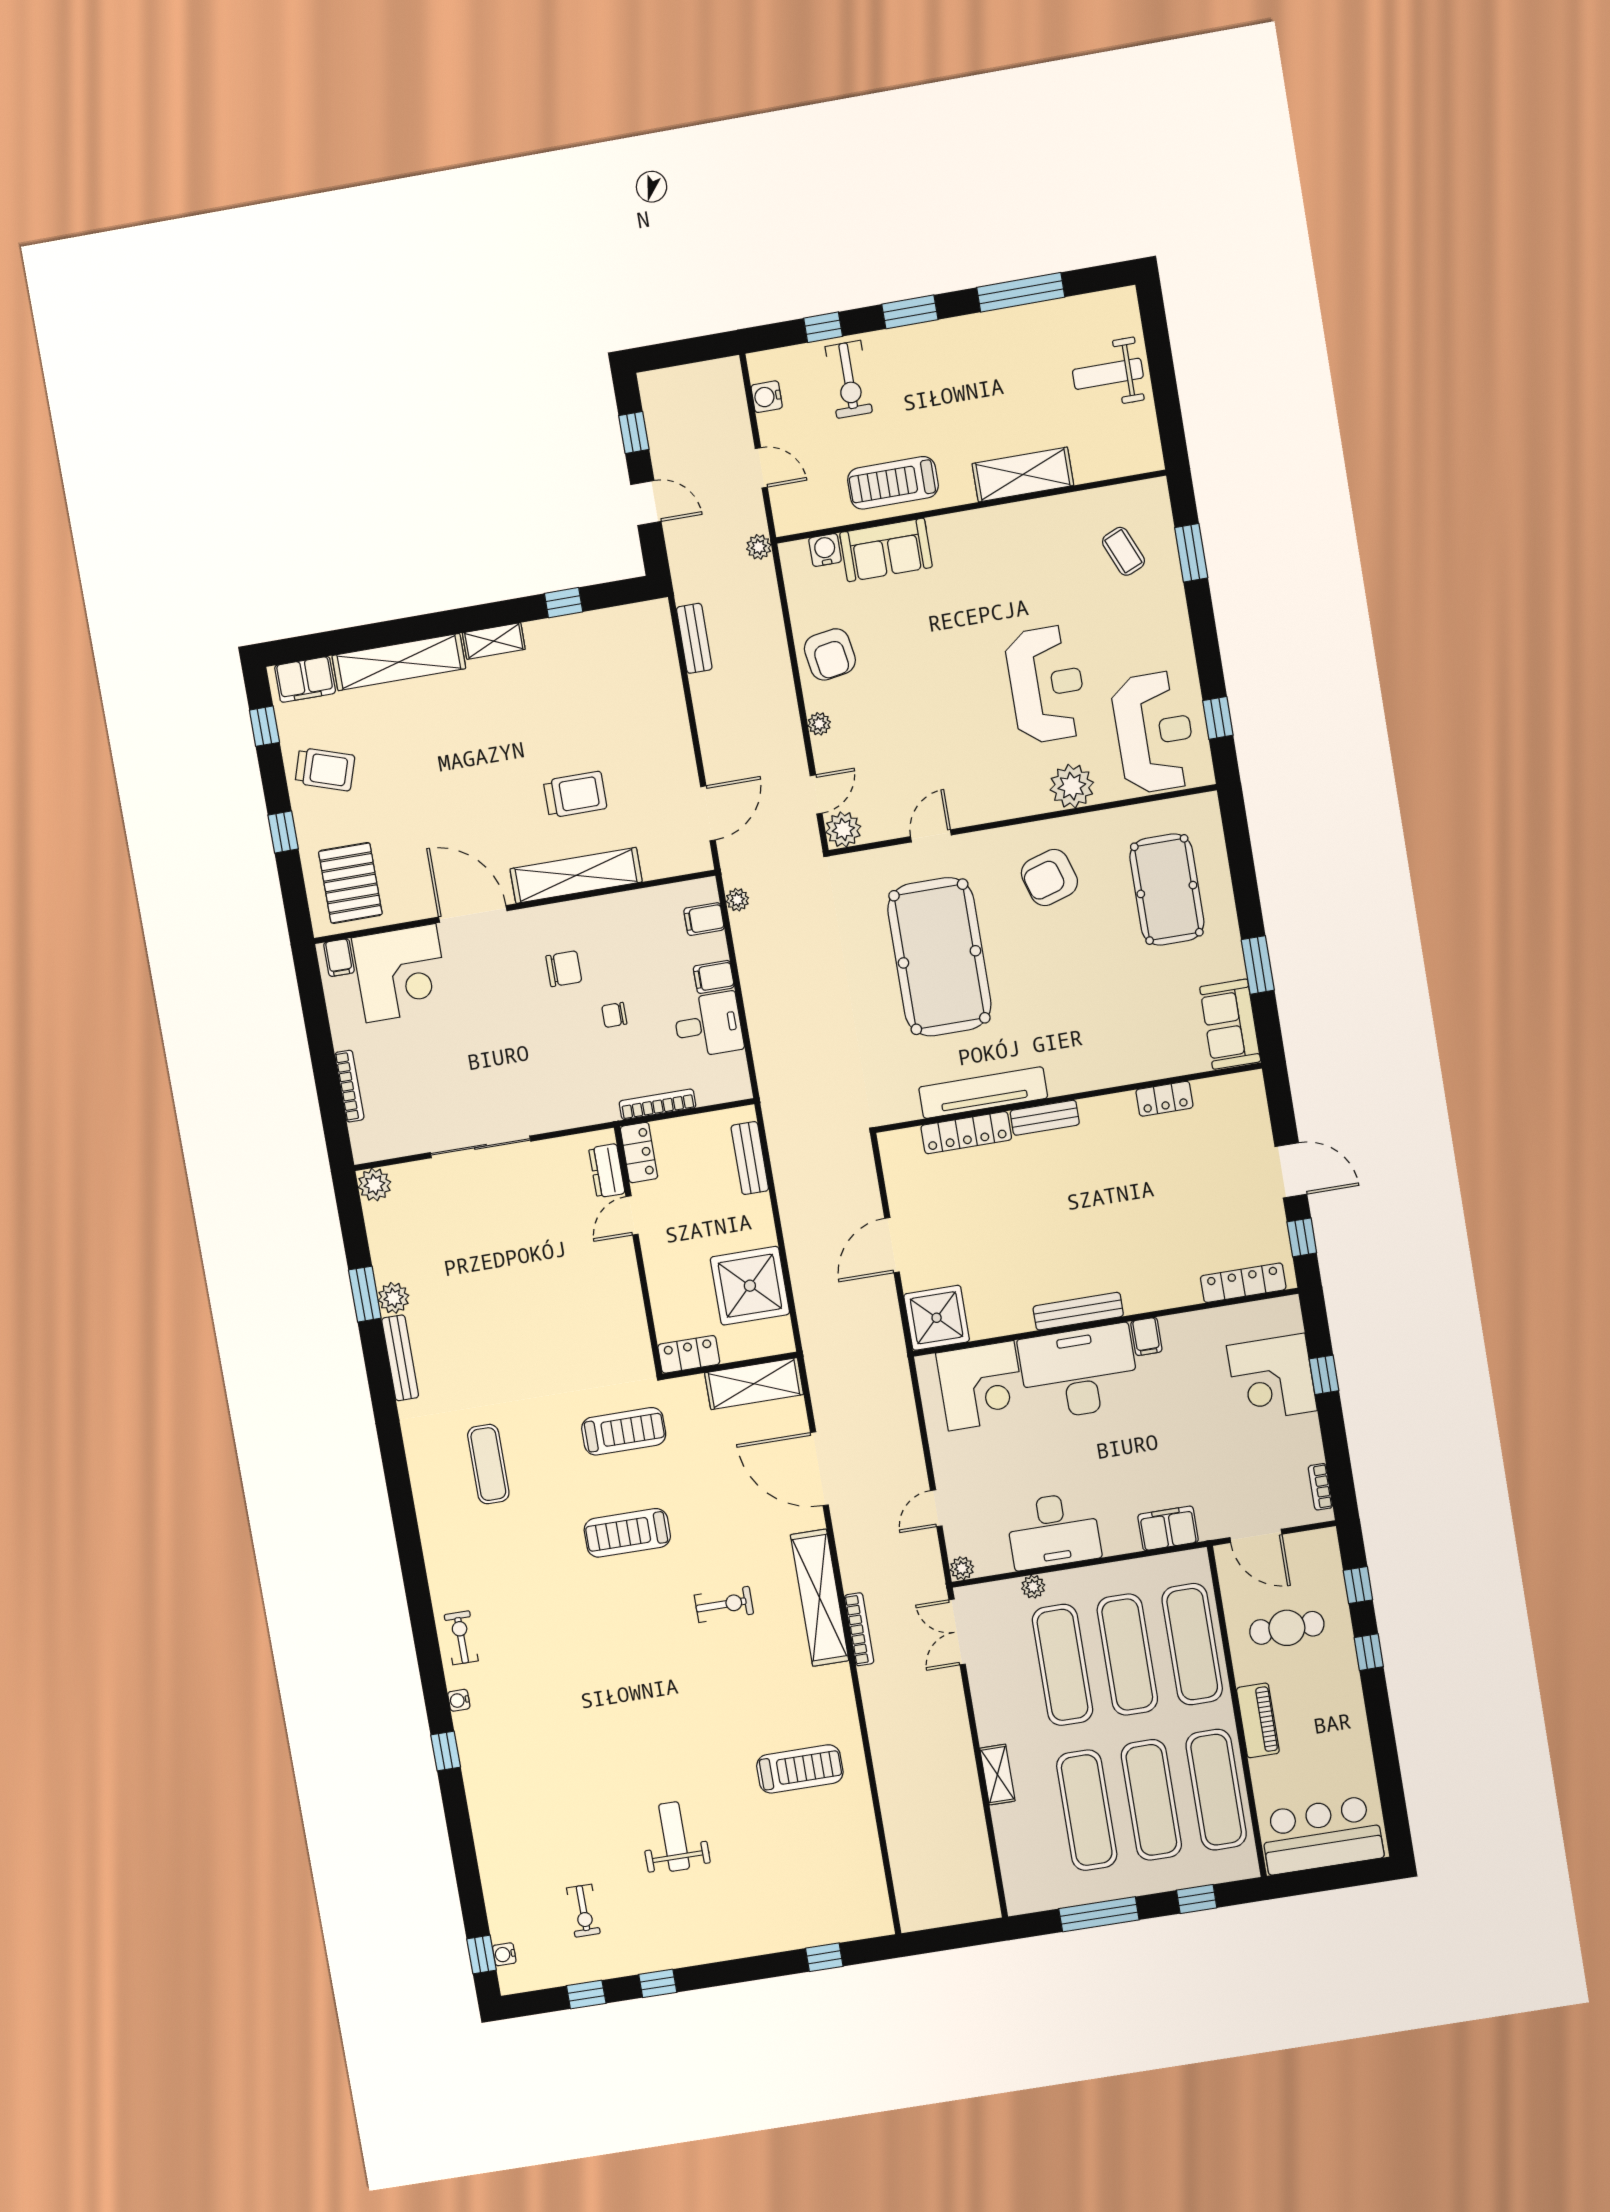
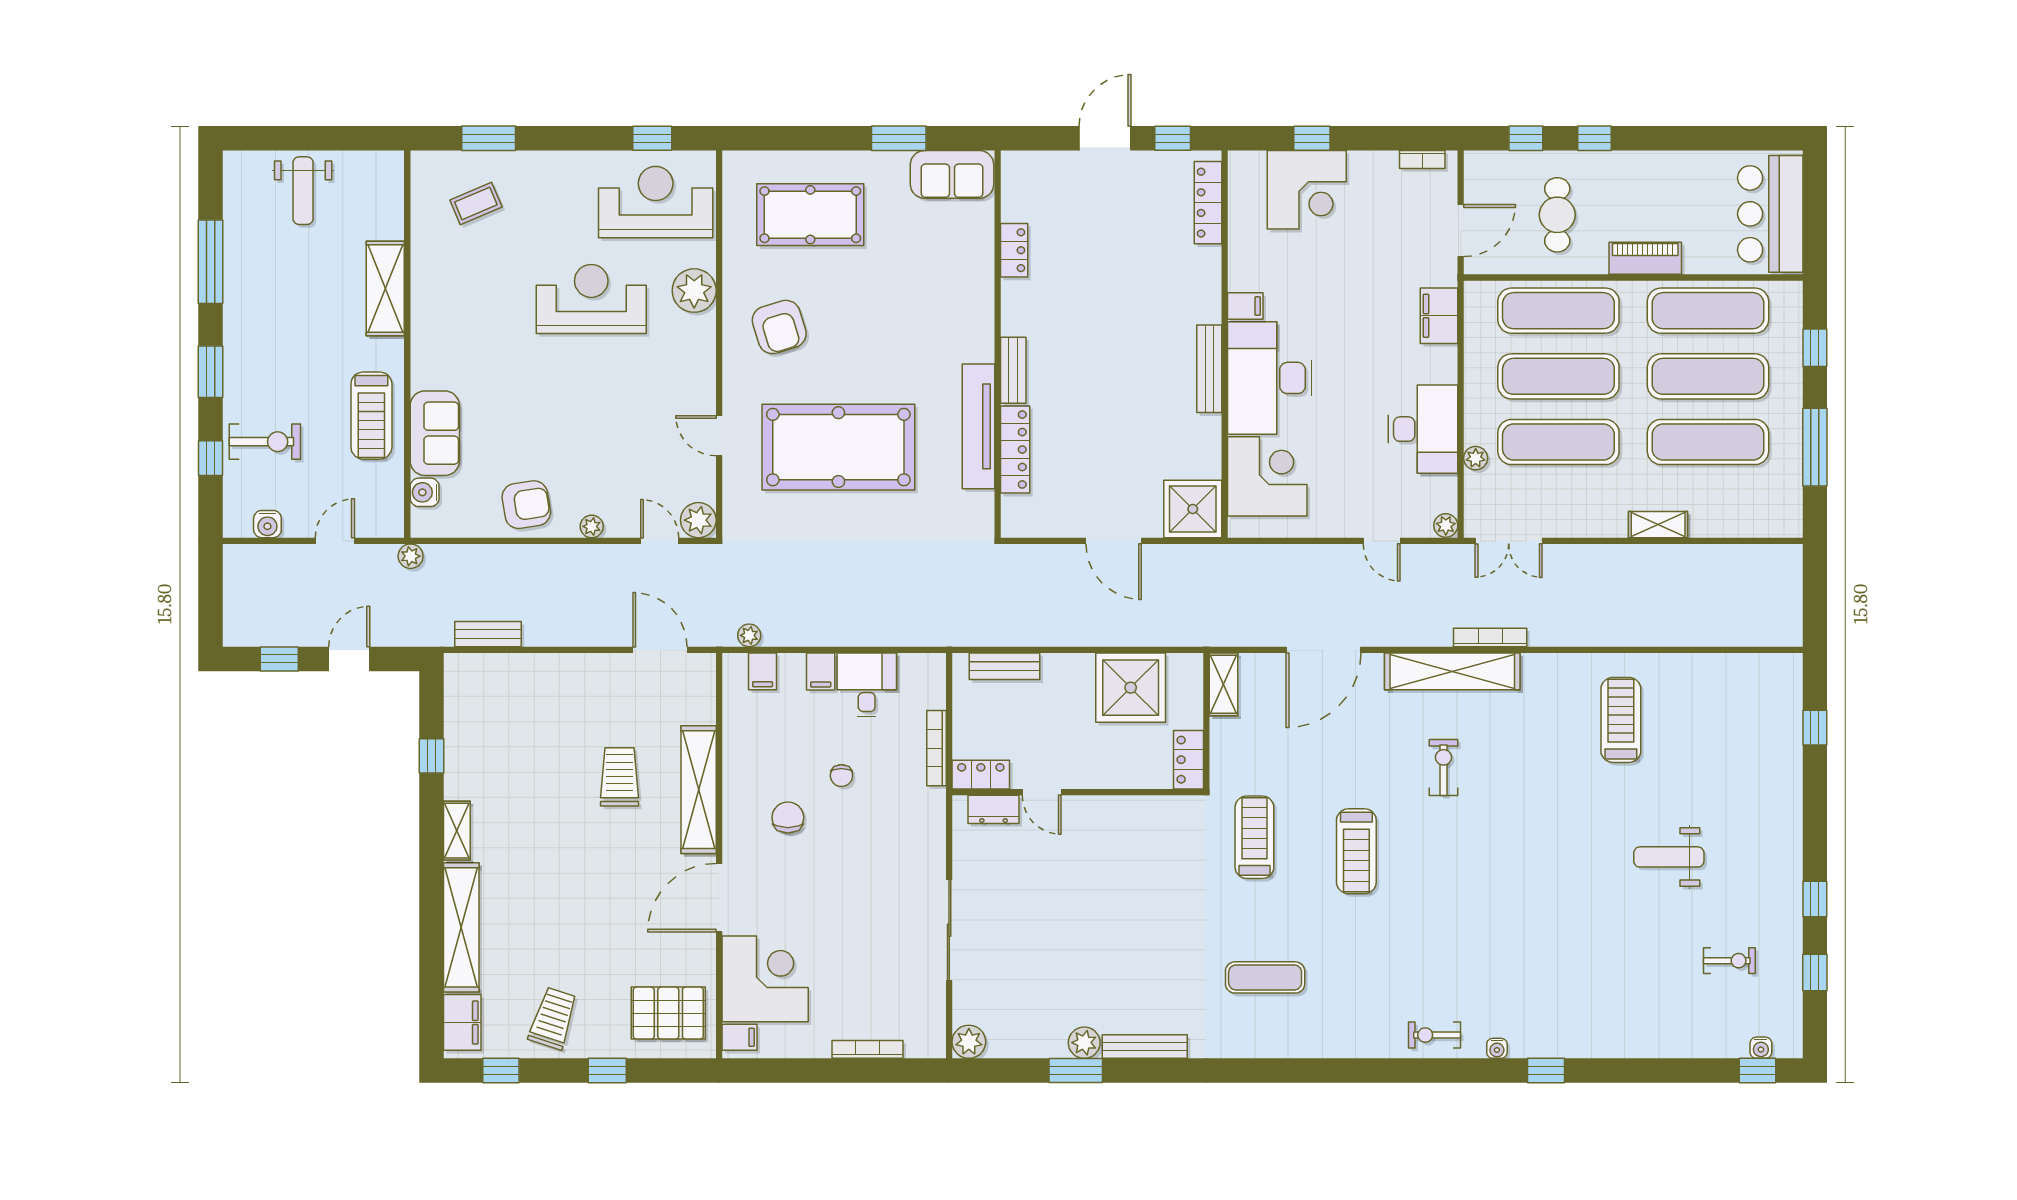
shelving: (754, 1384) -> (1224, 684), width x0.67, depth x0.75

